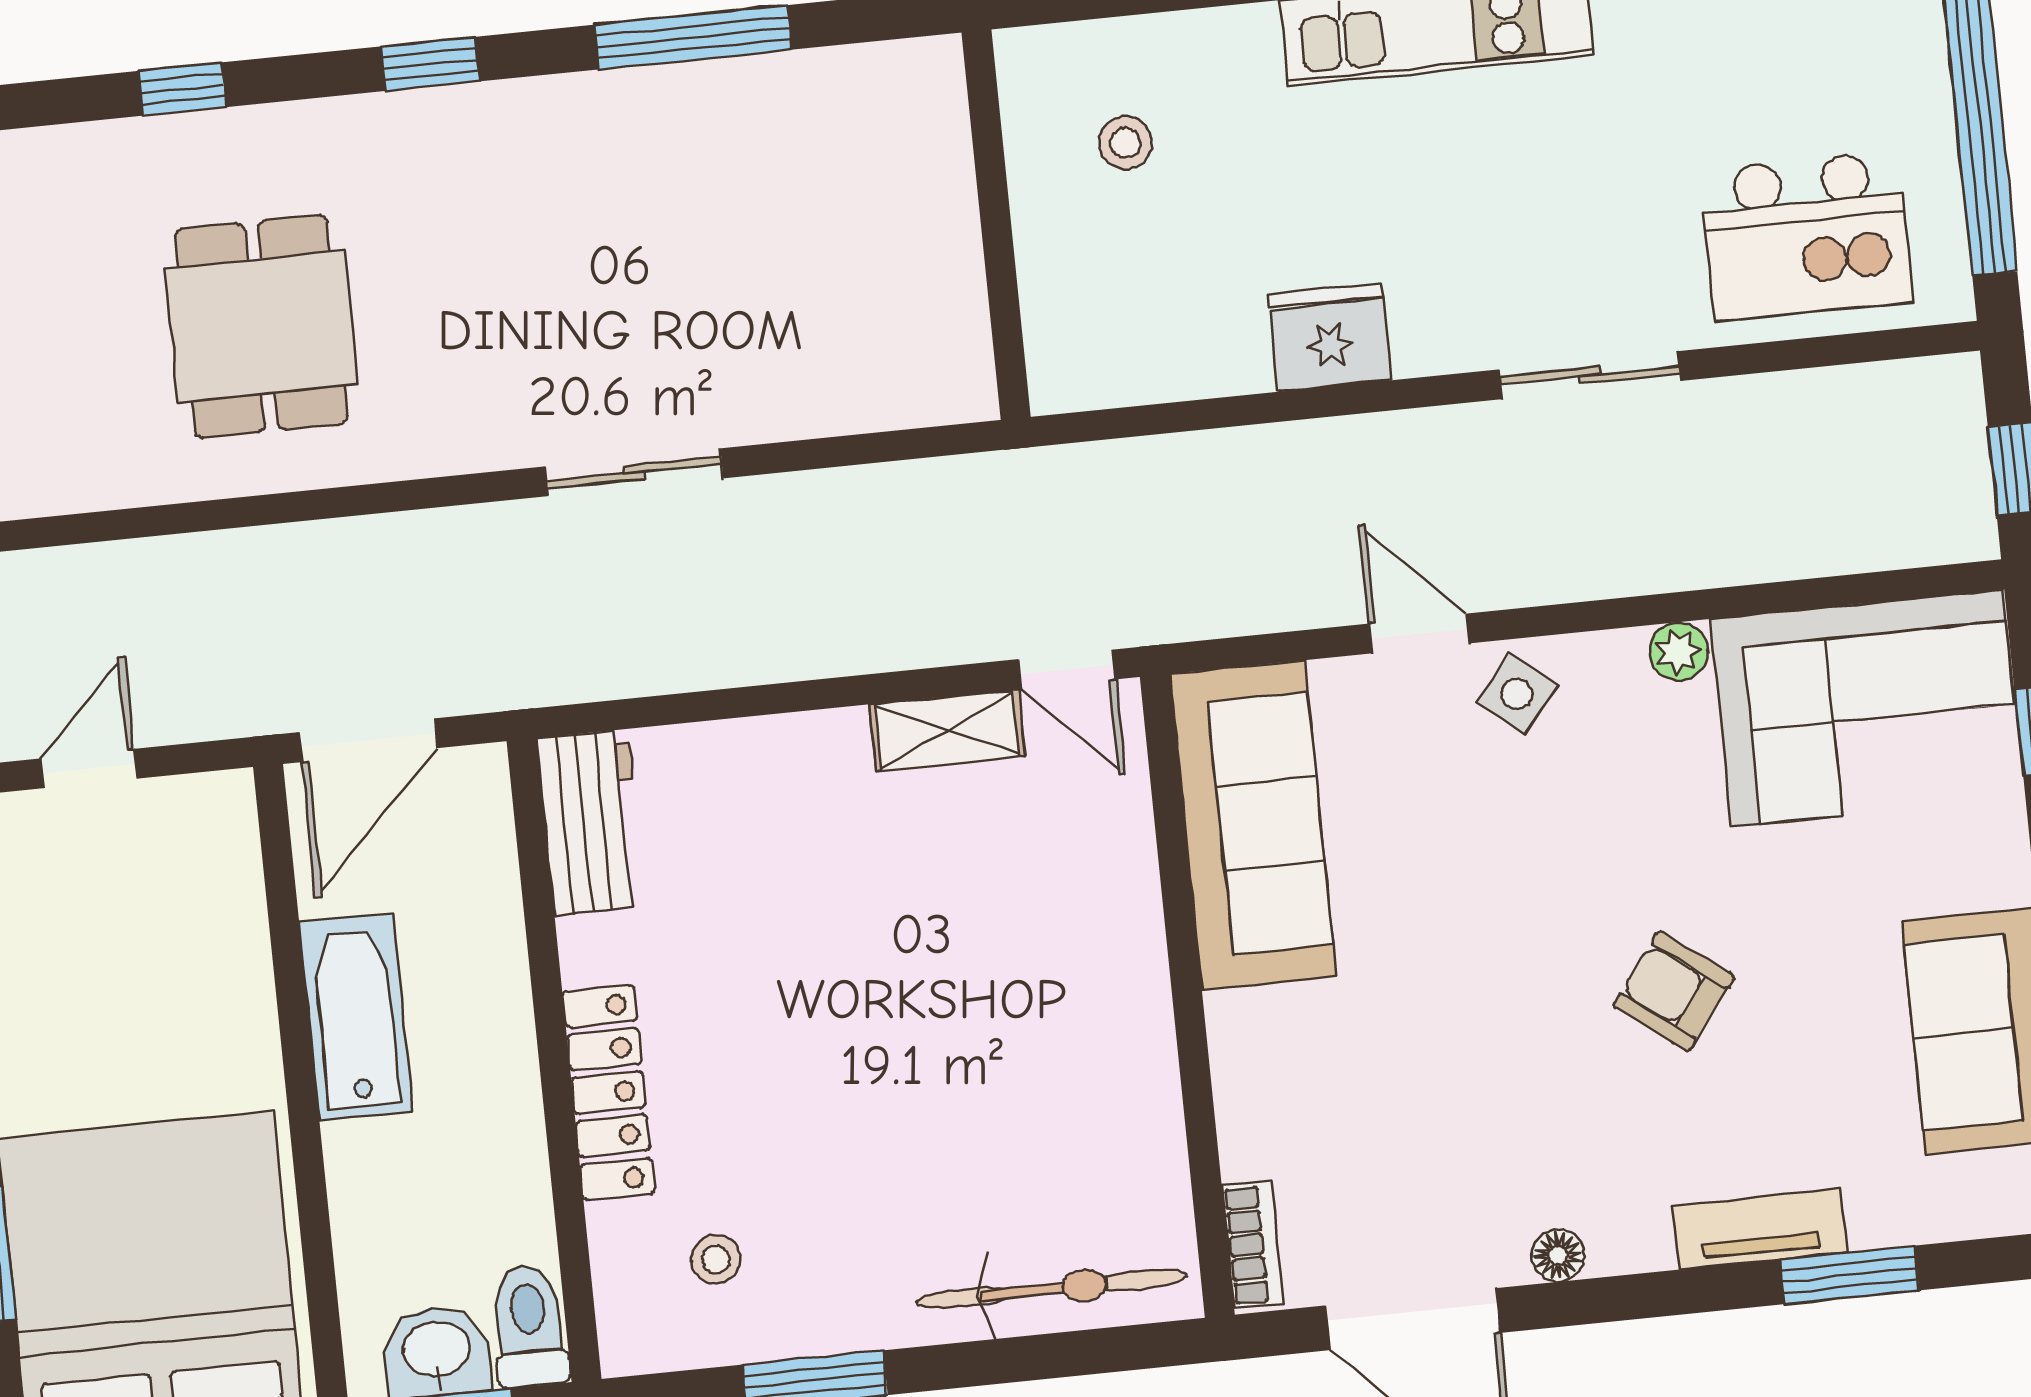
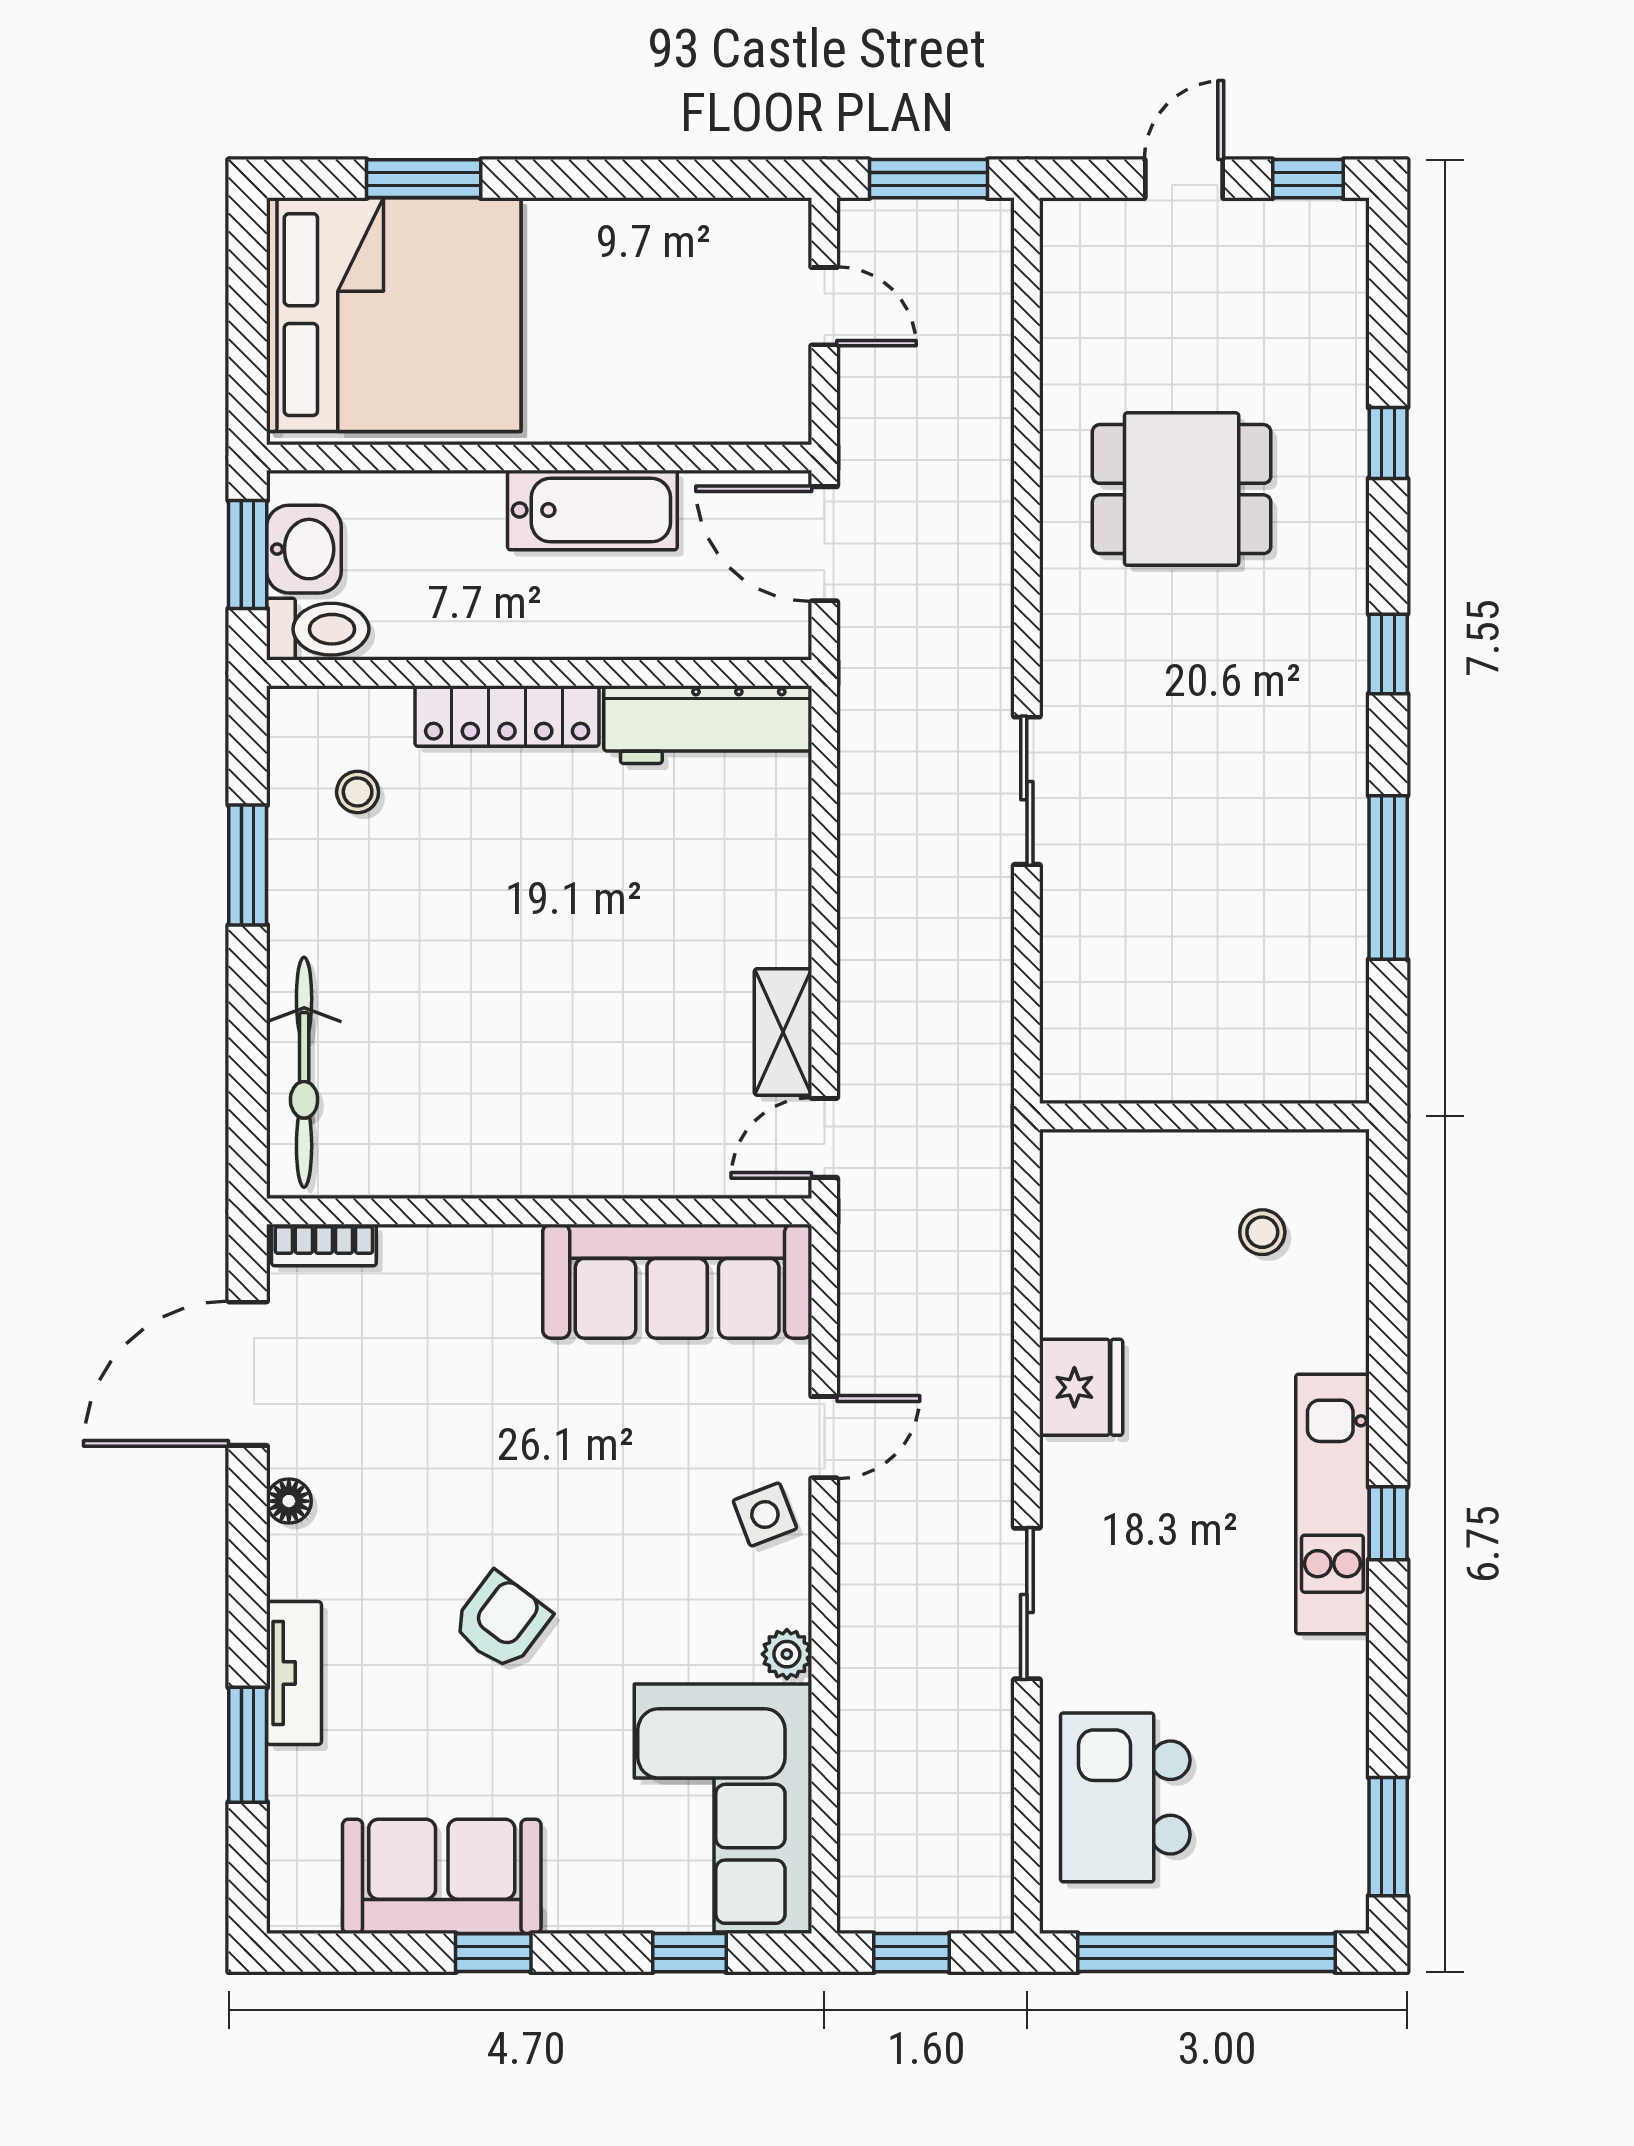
side table: (1517, 694) -> (765, 1514), turned 30
workbench: (591, 822) -> (708, 725), width x1.37

